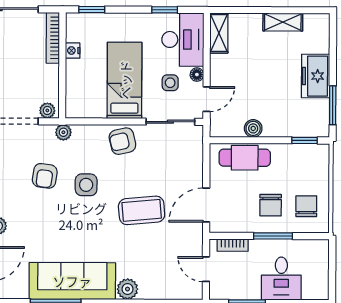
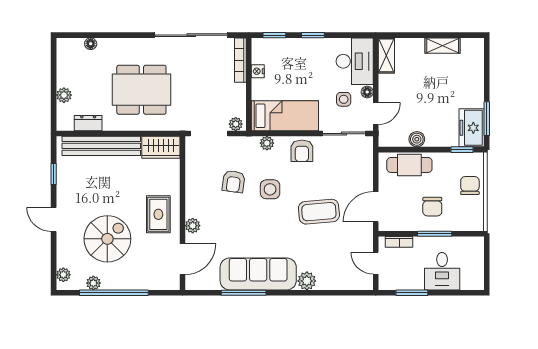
window: (165, 10) -> (313, 35), moved
freezer: (316, 76) -> (472, 128), moved
bed: (125, 80) -> (285, 116), moved, turned 90
plant: (63, 132) -> (267, 143), moved
armchair: (122, 141) -> (302, 151), turned -77
chair: (306, 206) -> (470, 186), moved

